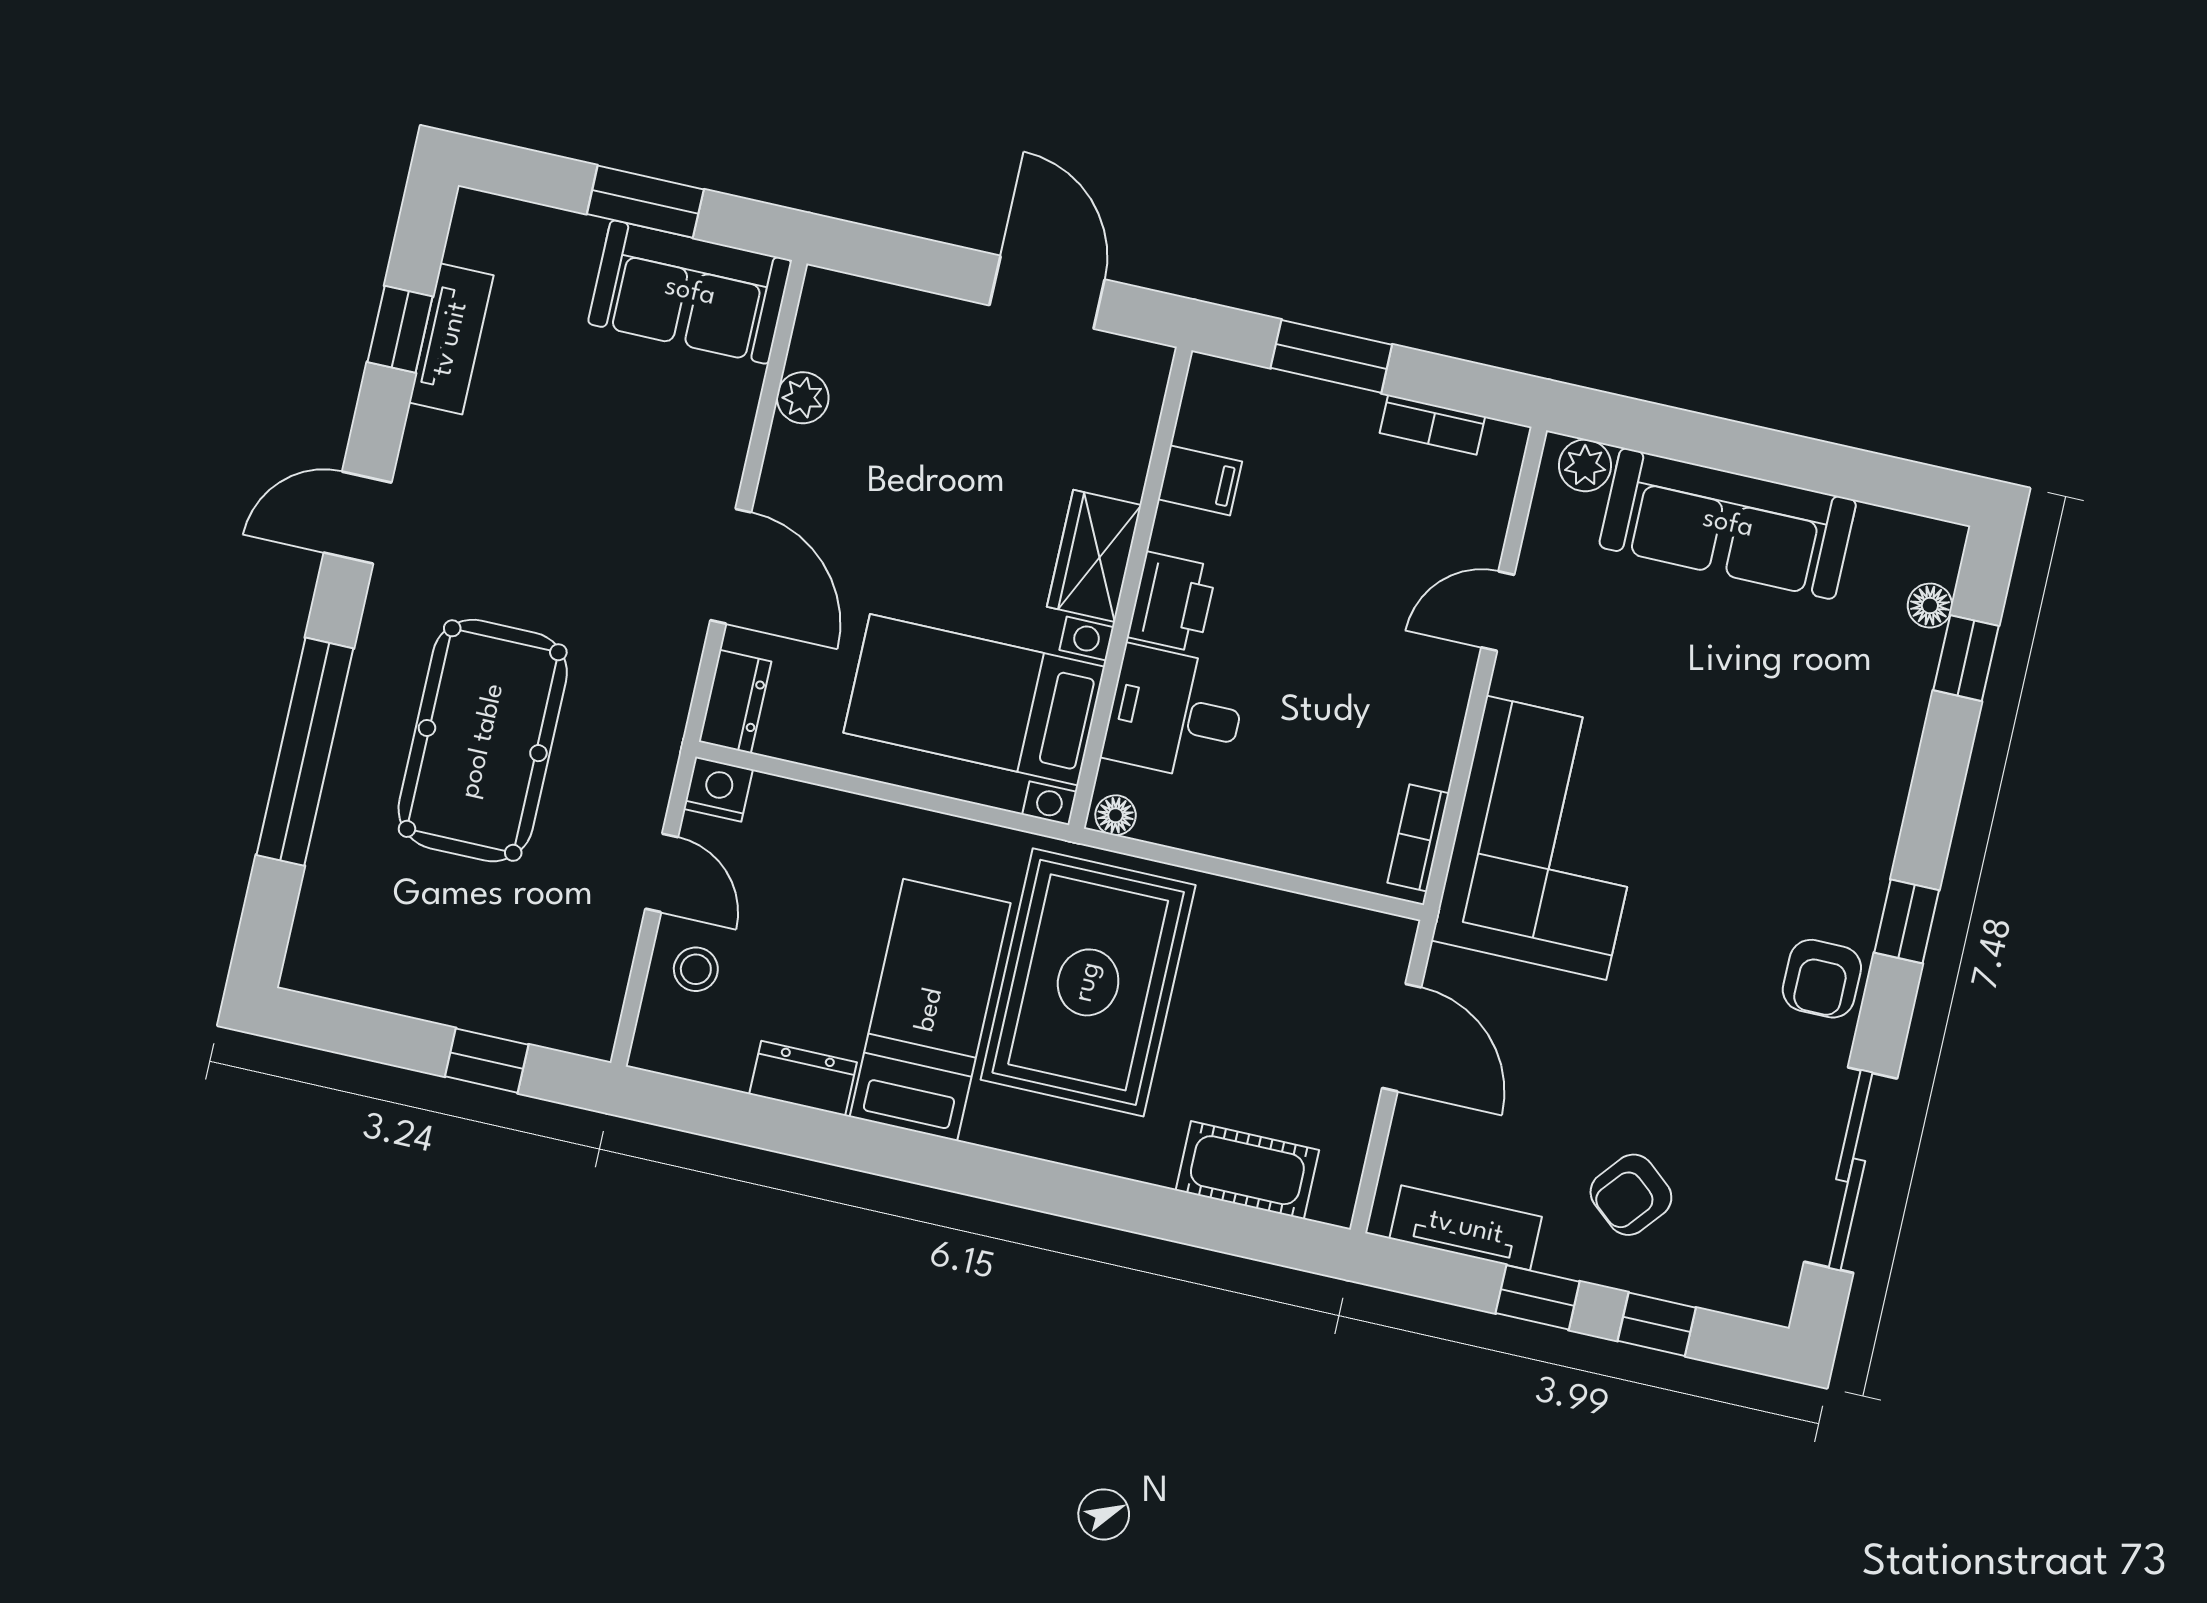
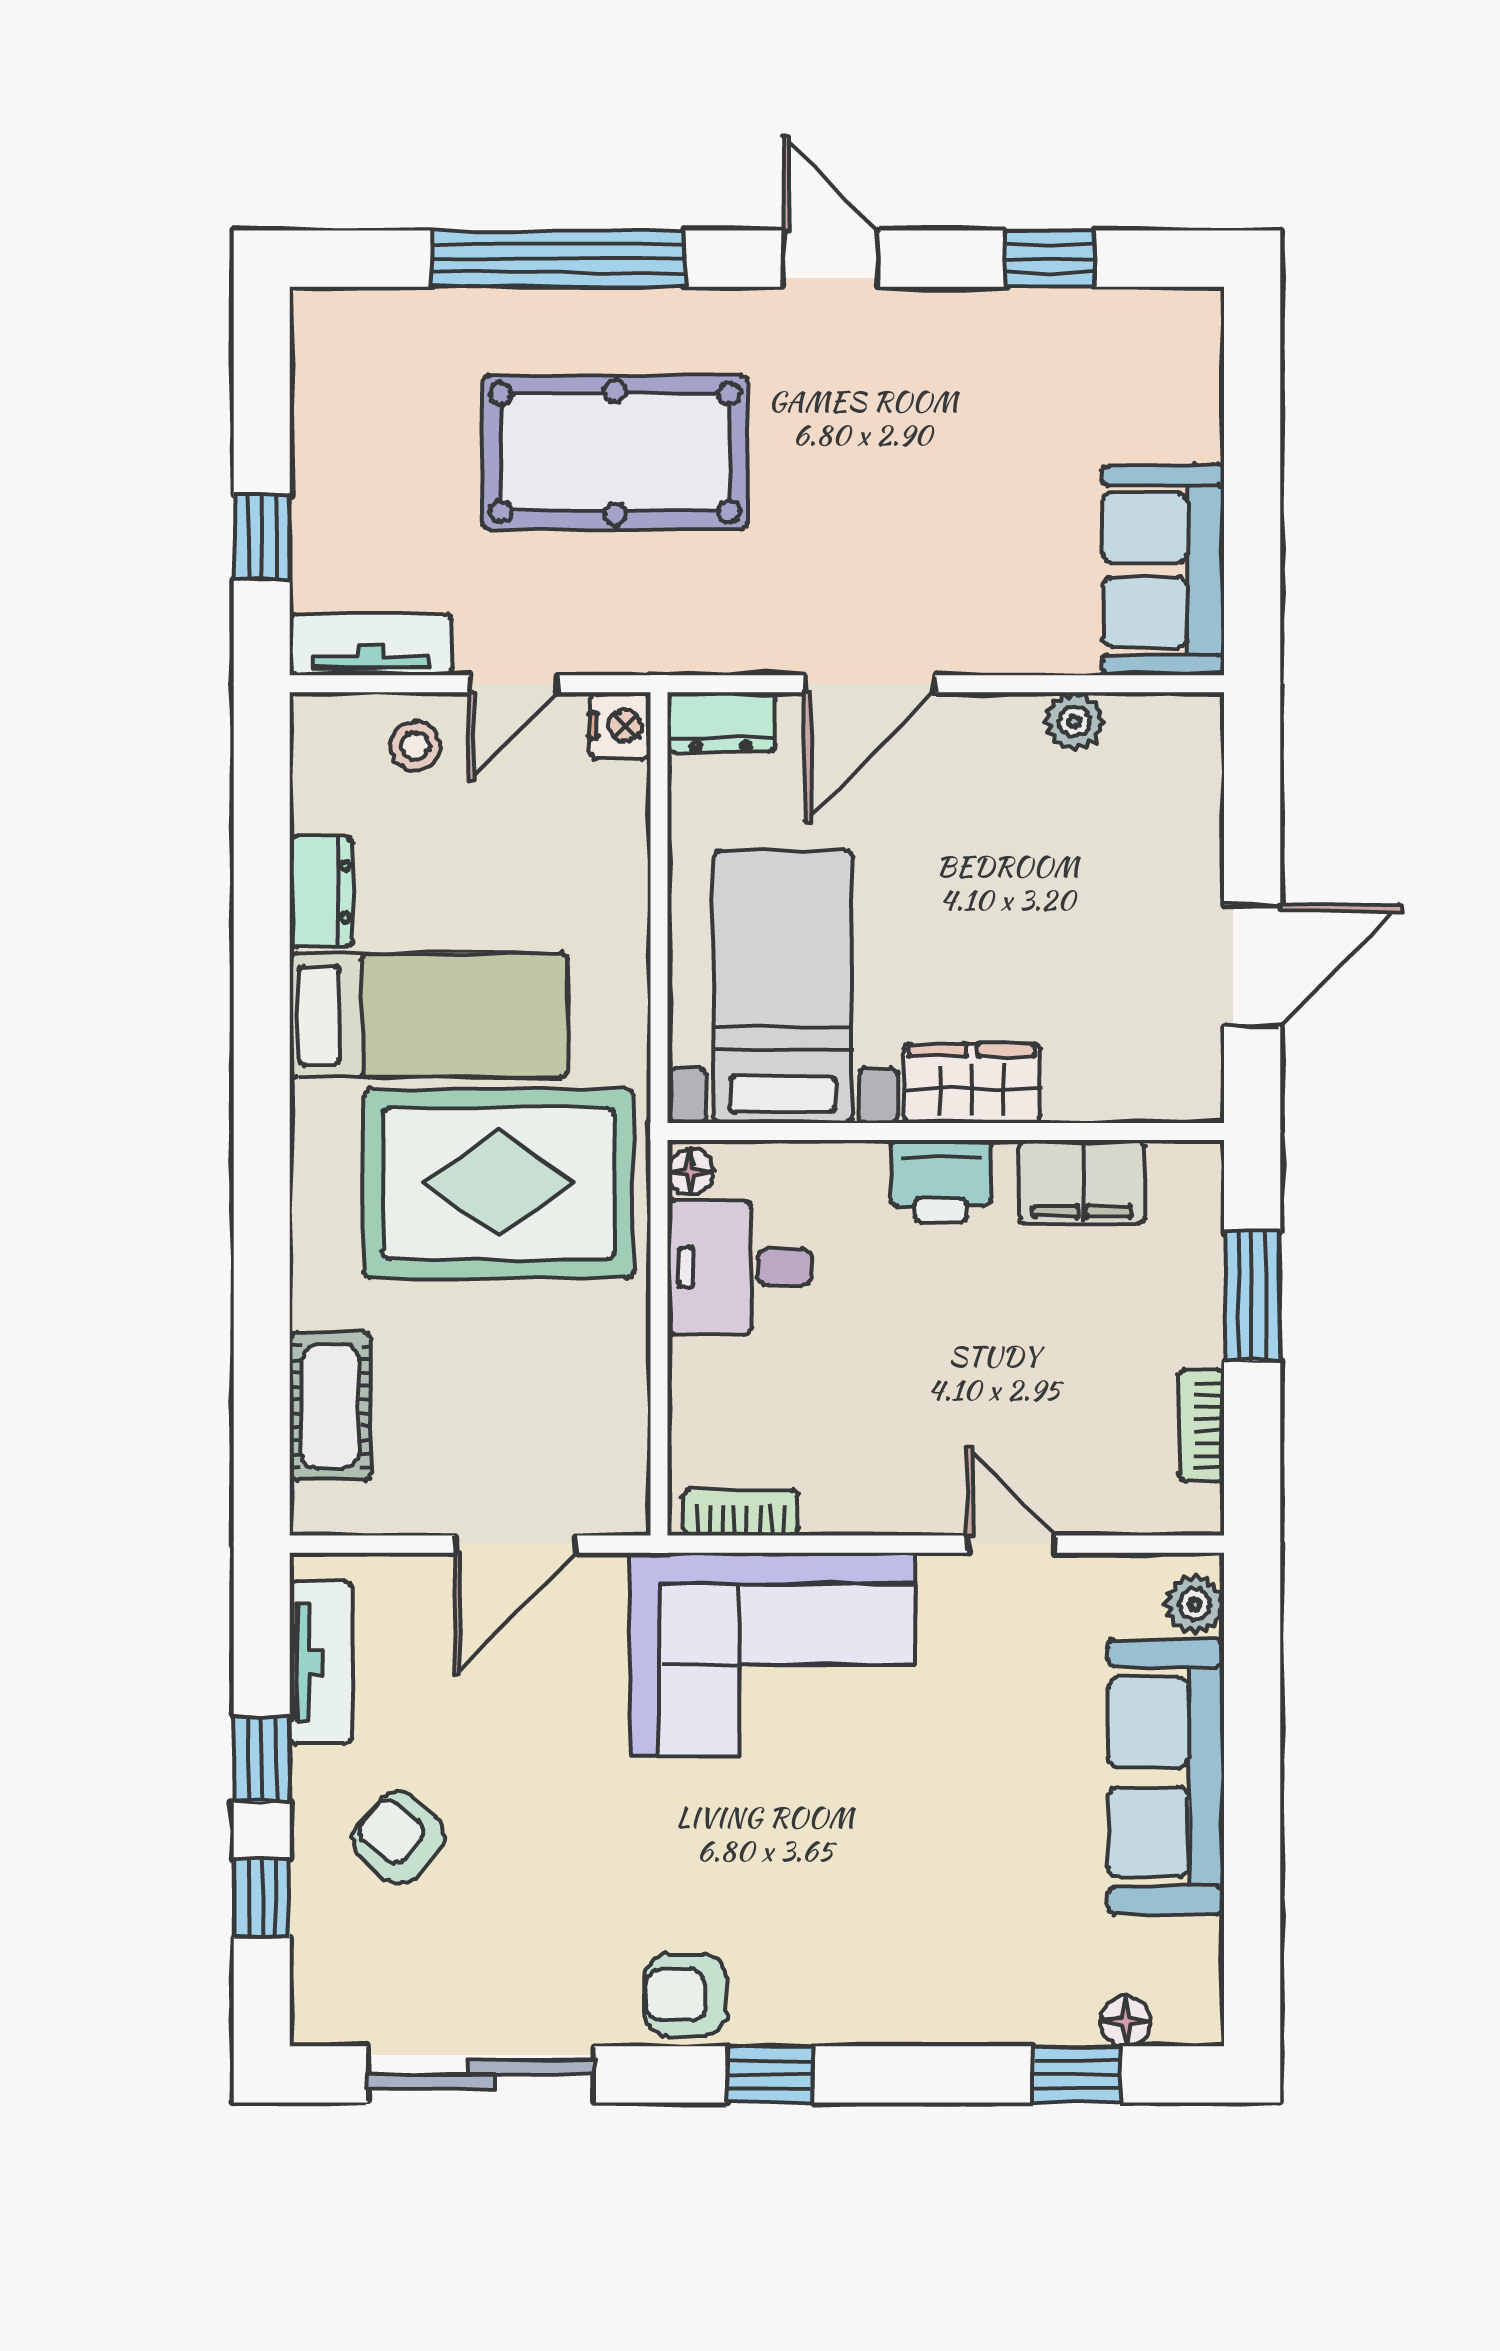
window: (645, 202) -> (1252, 498), removed
tv unit: (451, 339) -> (371, 644), moved, turned 180
filing cabinet: (1200, 480) -> (1082, 1182), width x2.00
desk: (1175, 714) -> (740, 1268), moved, turned -90

